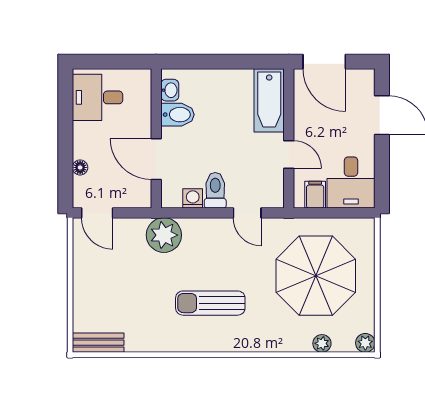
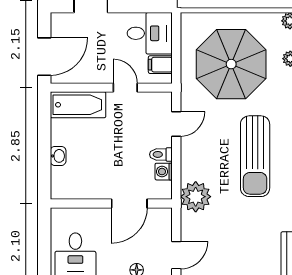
washbasin: (170, 90) -> (58, 156), moved, turned 90
bidet: (178, 115) -> (90, 185), removed
door: (289, 155) -> (125, 88), hinge flipped
toilet: (215, 190) -> (161, 154), width x0.73, depth x0.72
sun lounger: (210, 303) -> (255, 156), width x1.36, depth x1.34

